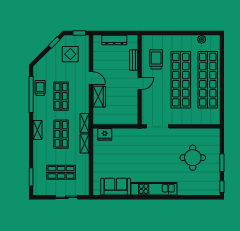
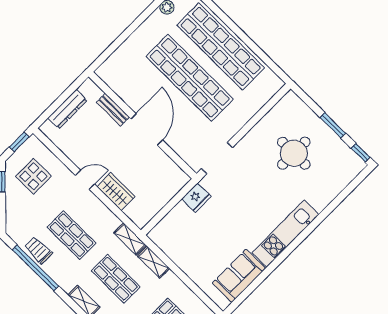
trolley: (156, 59) -> (138, 83), removed
door: (140, 83) -> (147, 129), width x1.88
fridge: (105, 134) -> (196, 198), moved

